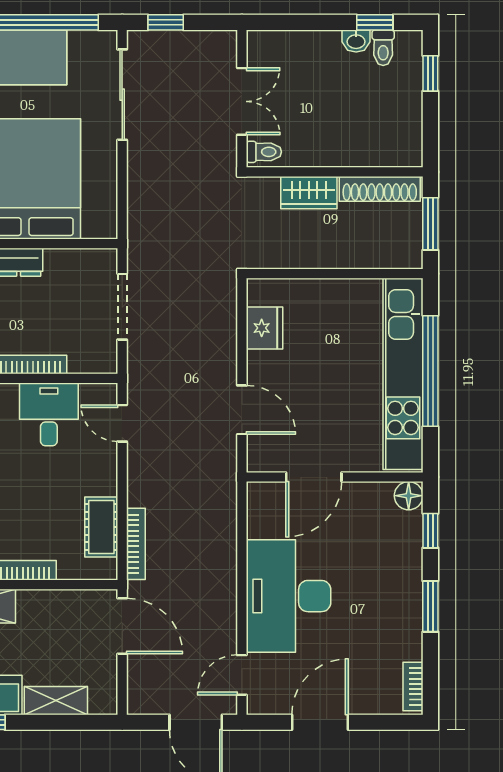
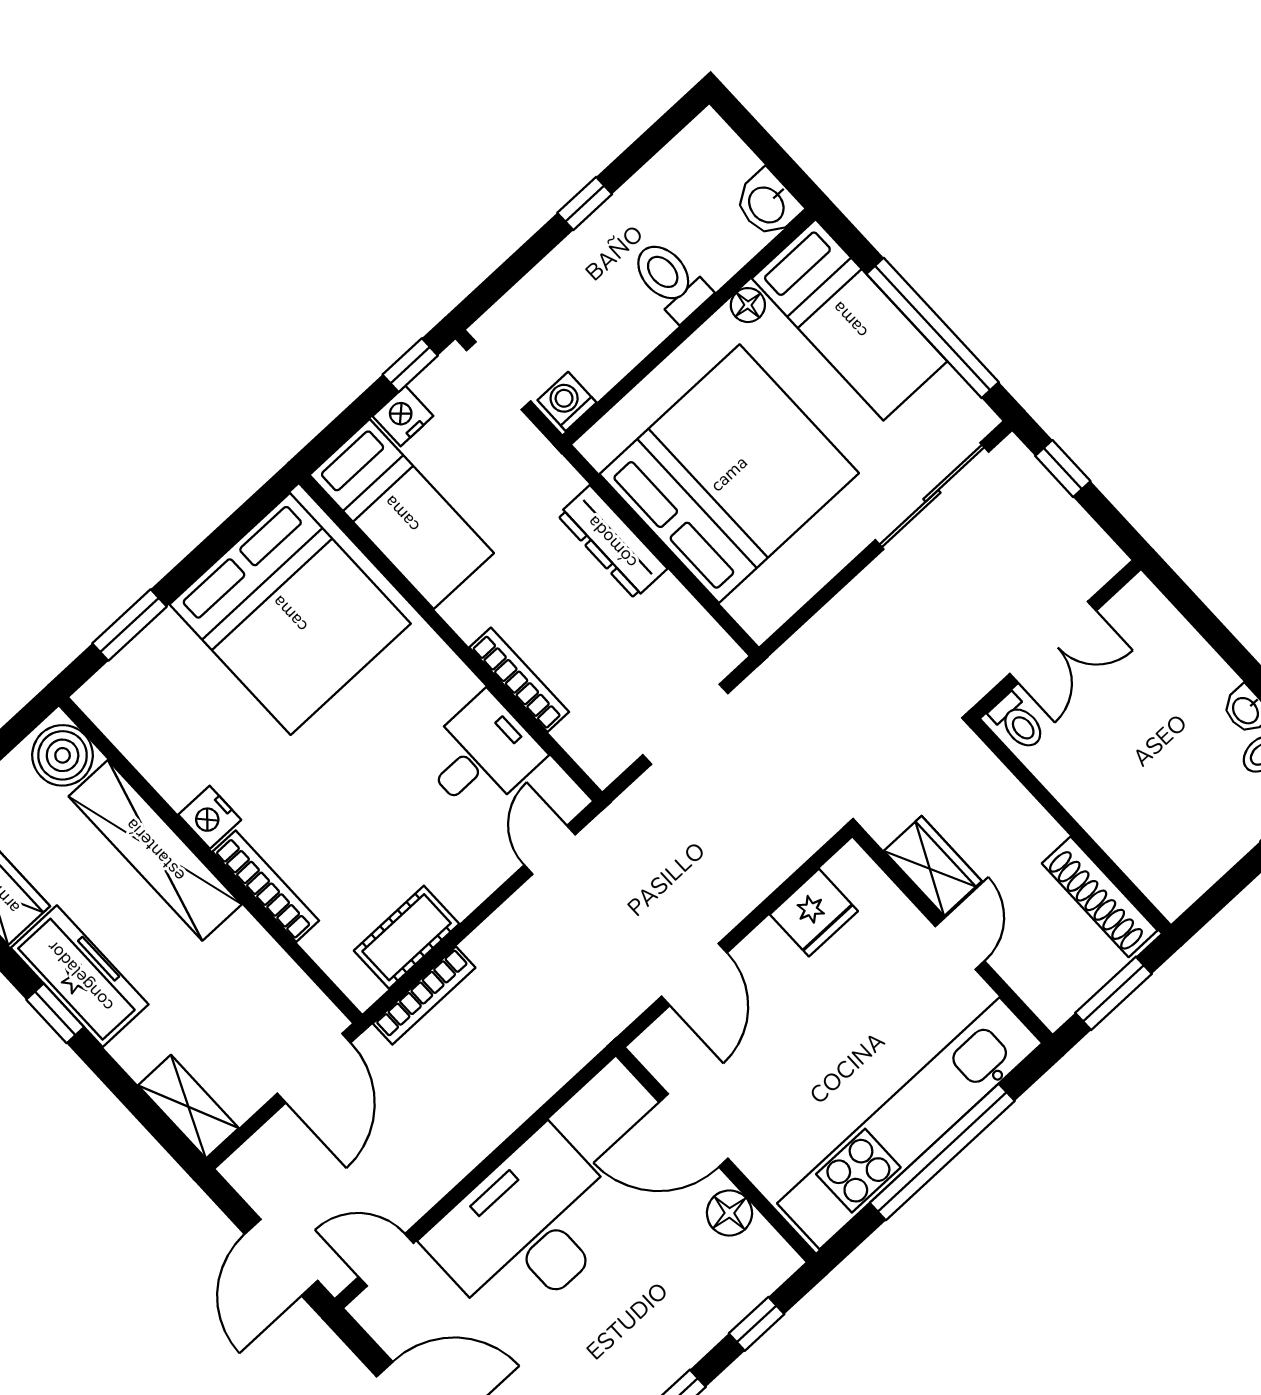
wardrobe: (309, 193) -> (933, 866), moved, turned 180
door: (341, 274) -> (960, 944), added
floor lamp: (409, 496) -> (729, 1213), moved
shelving: (56, 701) -> (188, 1107), moved

